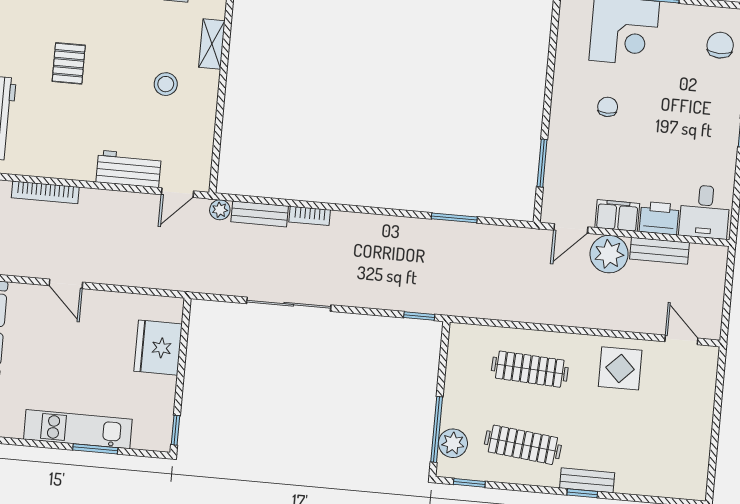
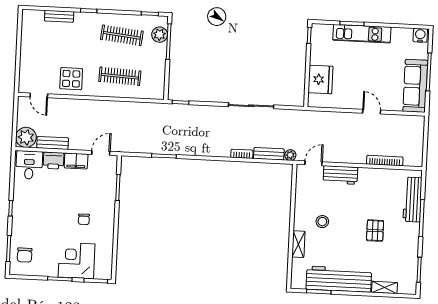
plant: (609, 254) -> (26, 137), moved
bench: (587, 480) -> (59, 16), moved

